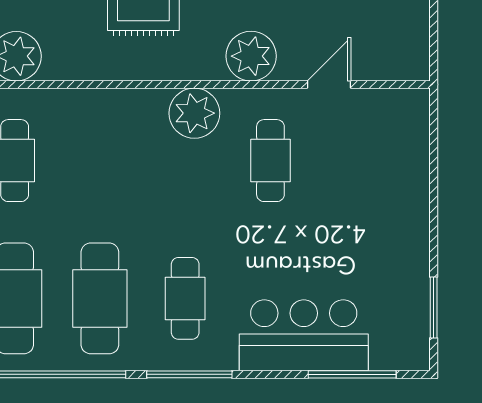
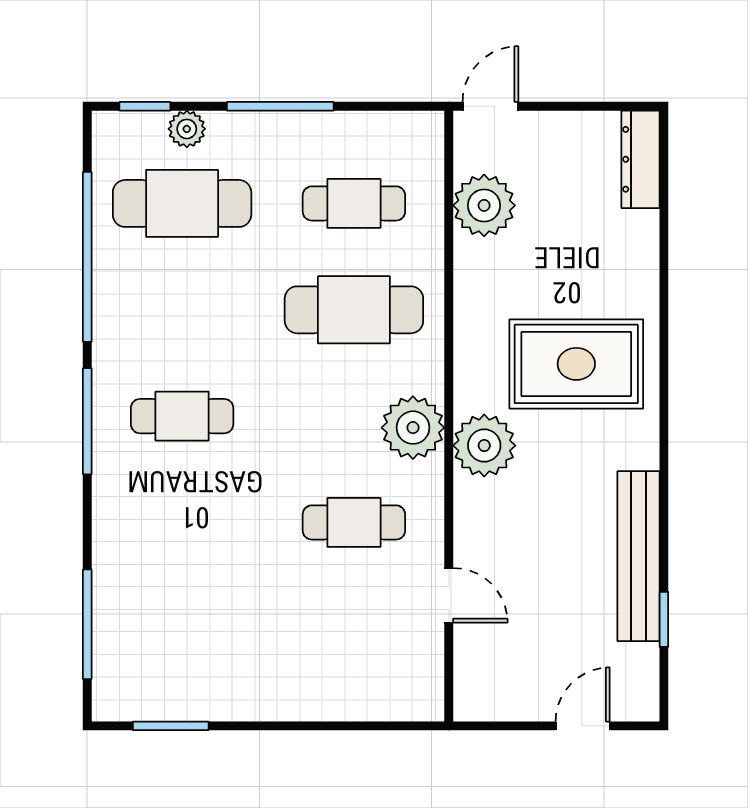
plant: (251, 56) -> (484, 446), moved
cafe table: (100, 298) -> (354, 310), moved
bar counter: (304, 335) -> (136, 564), removed

